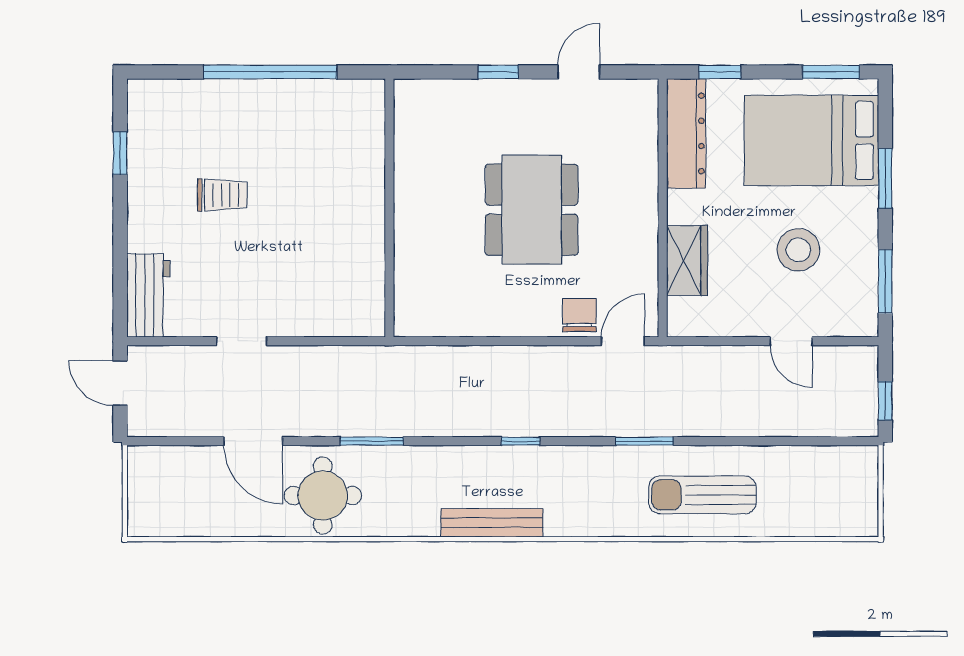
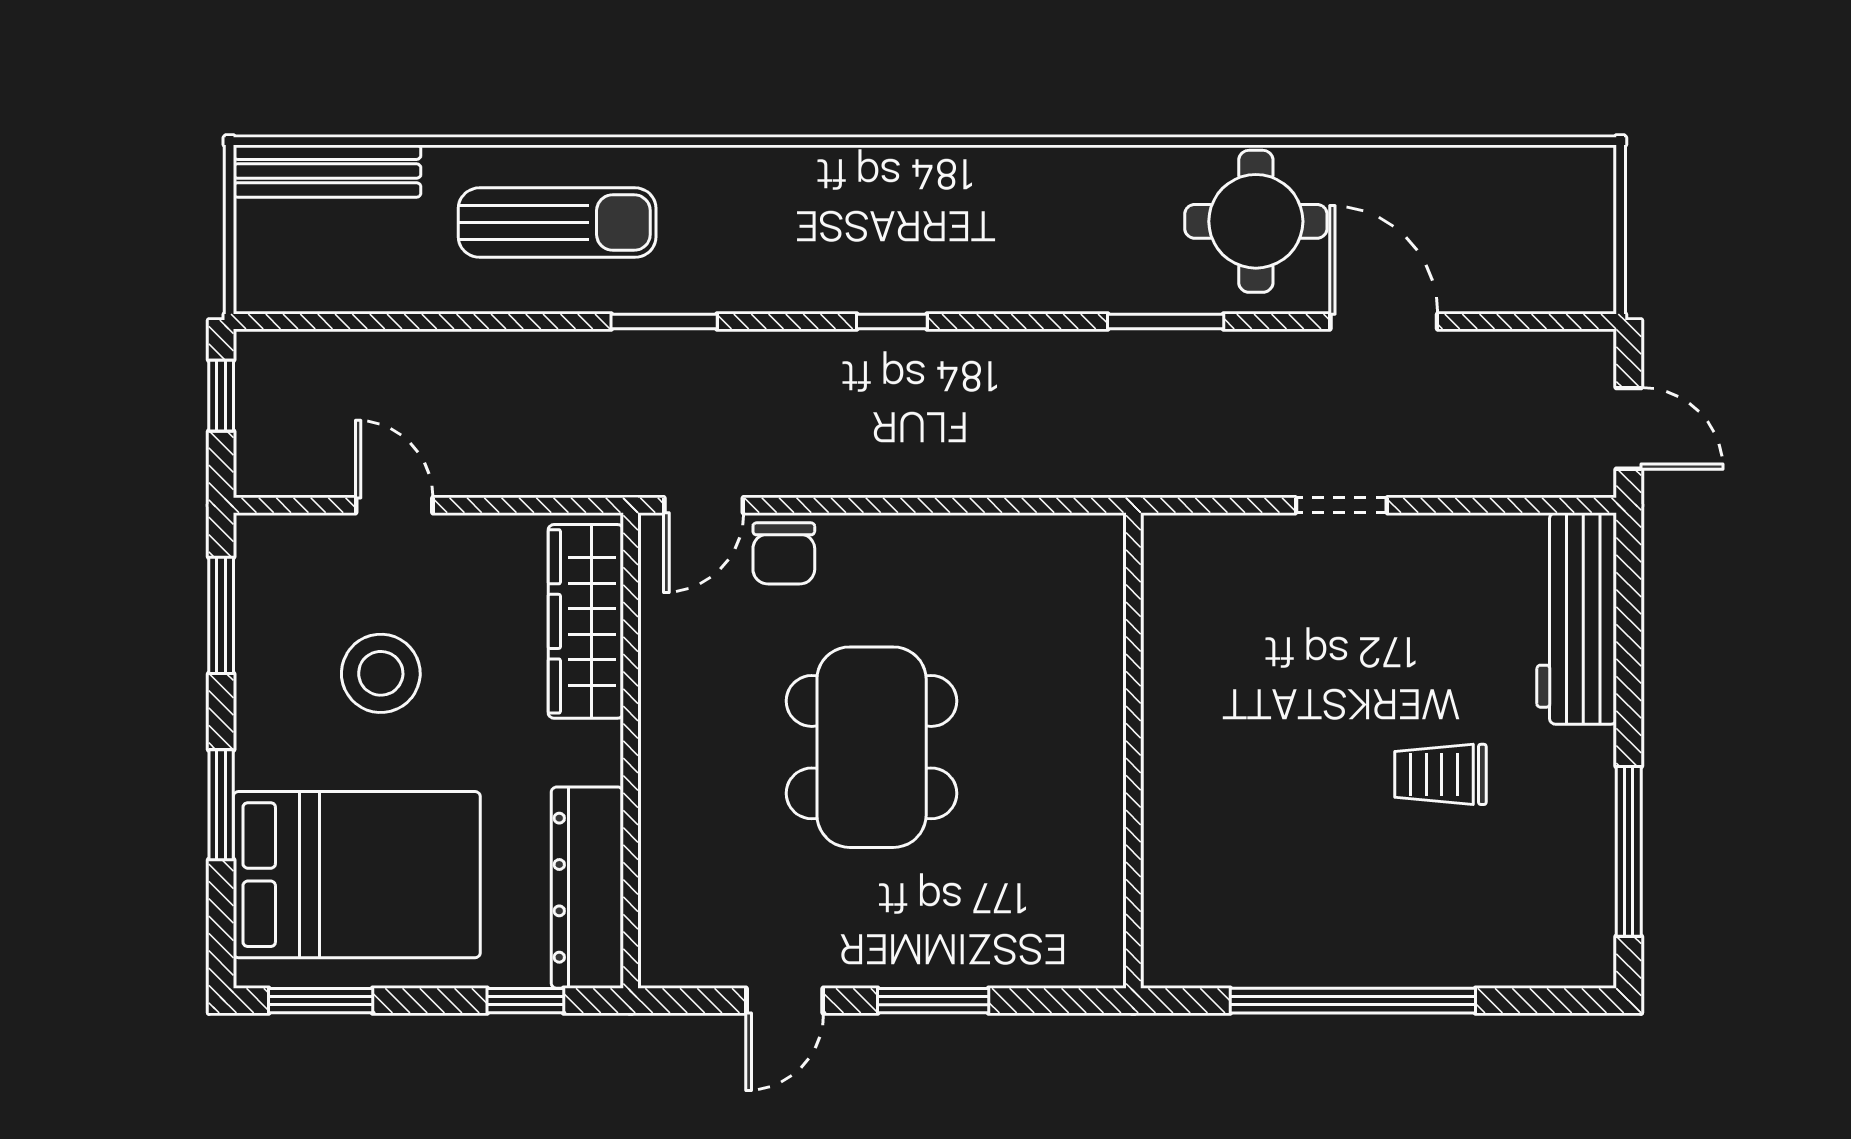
window: (498, 72) -> (933, 1001), width x1.50
window: (120, 153) -> (1629, 851), width x2.17
wardrobe: (687, 261) -> (586, 621), width x1.50
workbench: (148, 295) -> (1577, 619), width x1.38
doorway: (242, 341) -> (1341, 505), moved
bench: (492, 523) -> (327, 171), moved

